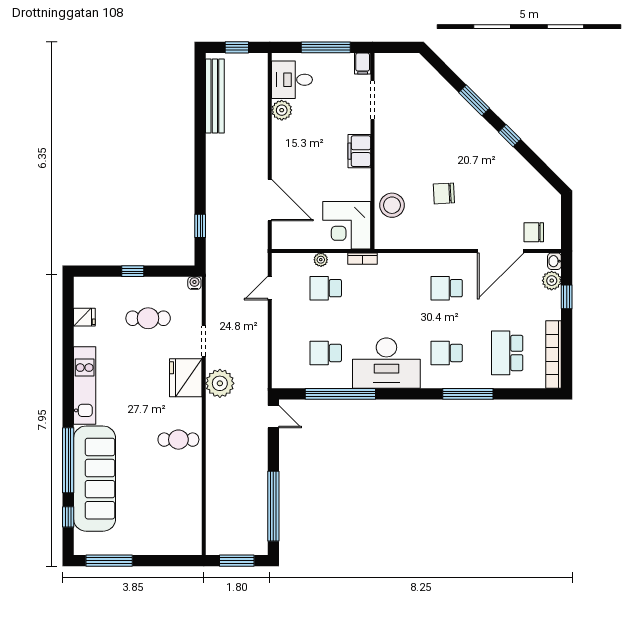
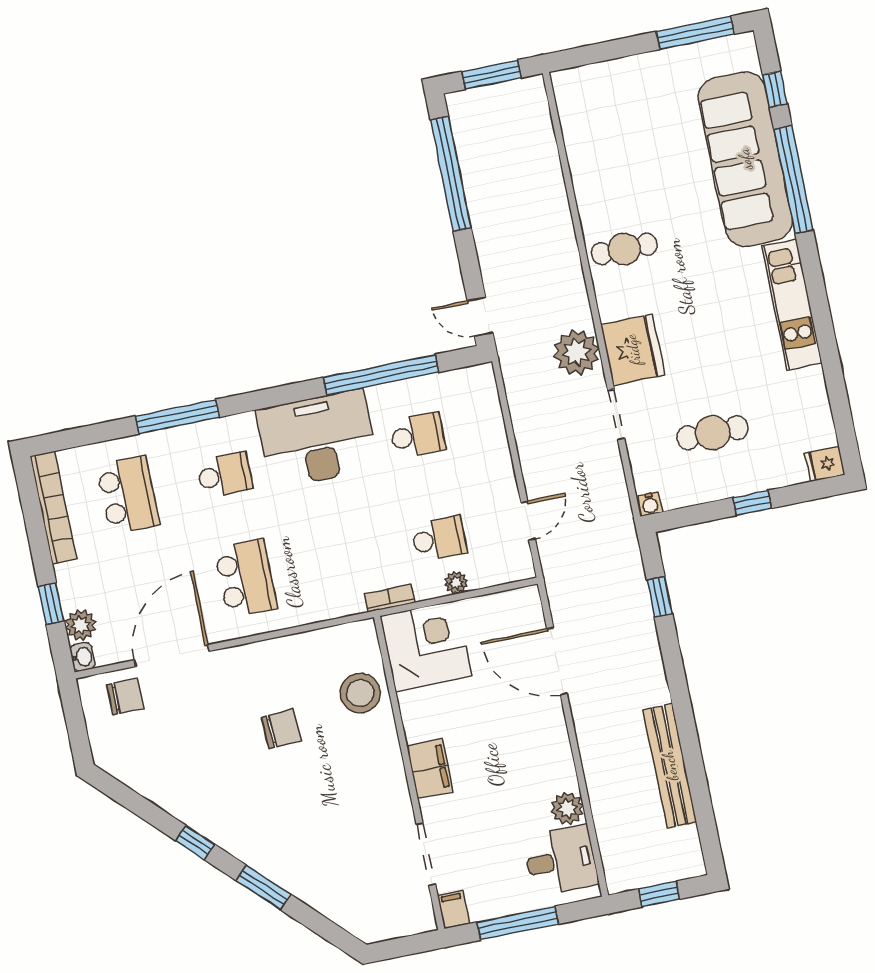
bench: (215, 96) -> (670, 766), moved
school desk: (447, 288) -> (246, 578), width x1.85
fridge: (84, 317) -> (825, 464), moved

